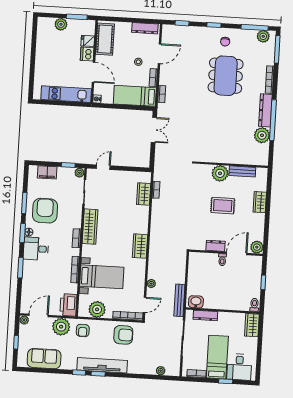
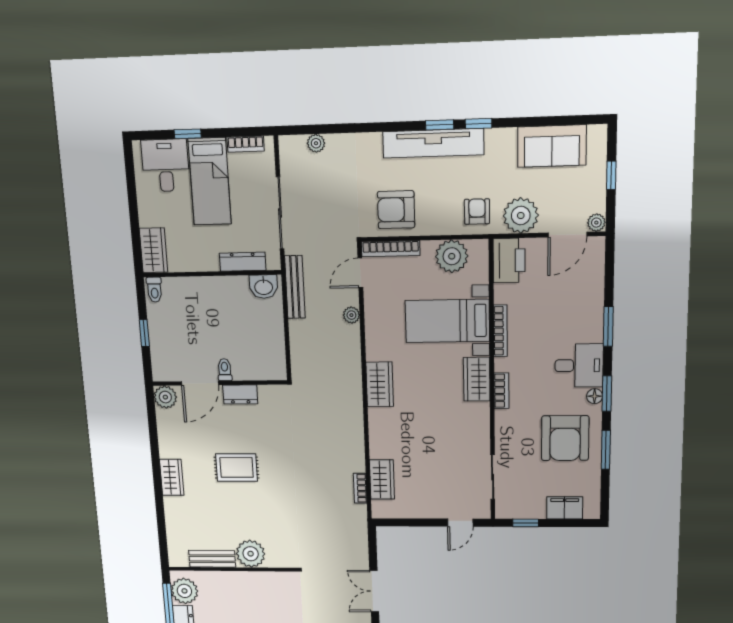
wall: (231, 165) -> (233, 569), moved
bench: (242, 171) -> (212, 559), moved
plant: (79, 173) -> (504, 511), removed
plant: (220, 173) -> (251, 554), moved
wardrobe: (90, 227) -> (477, 379), moved, width x0.67

